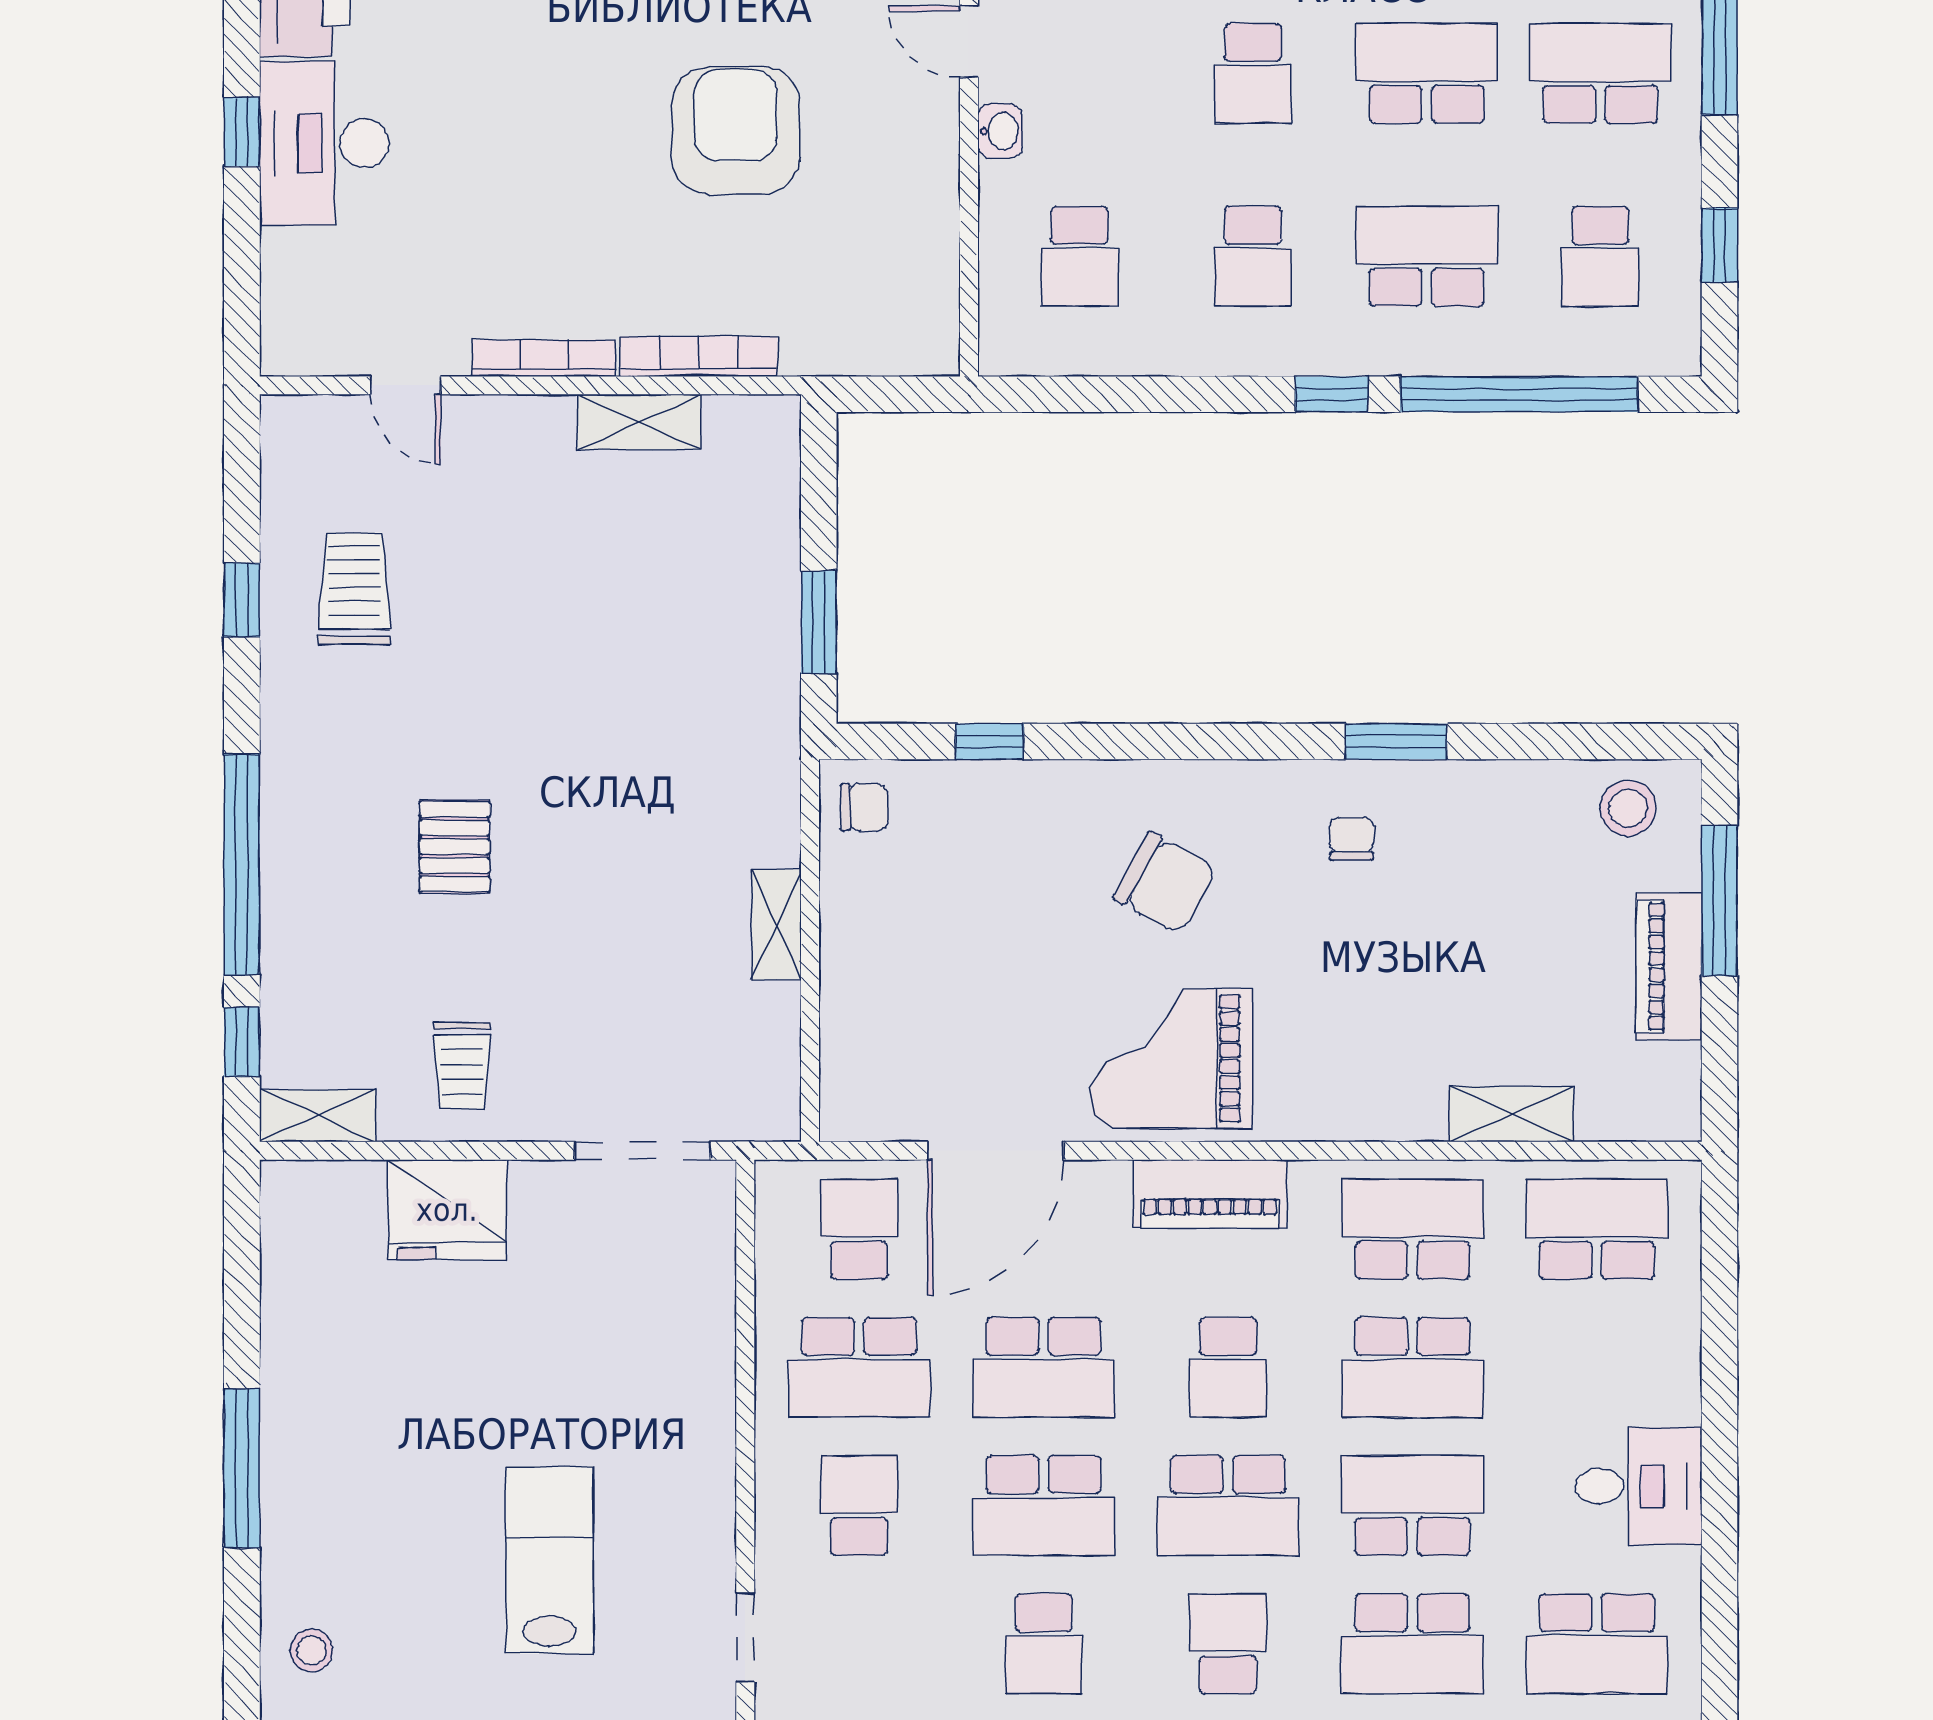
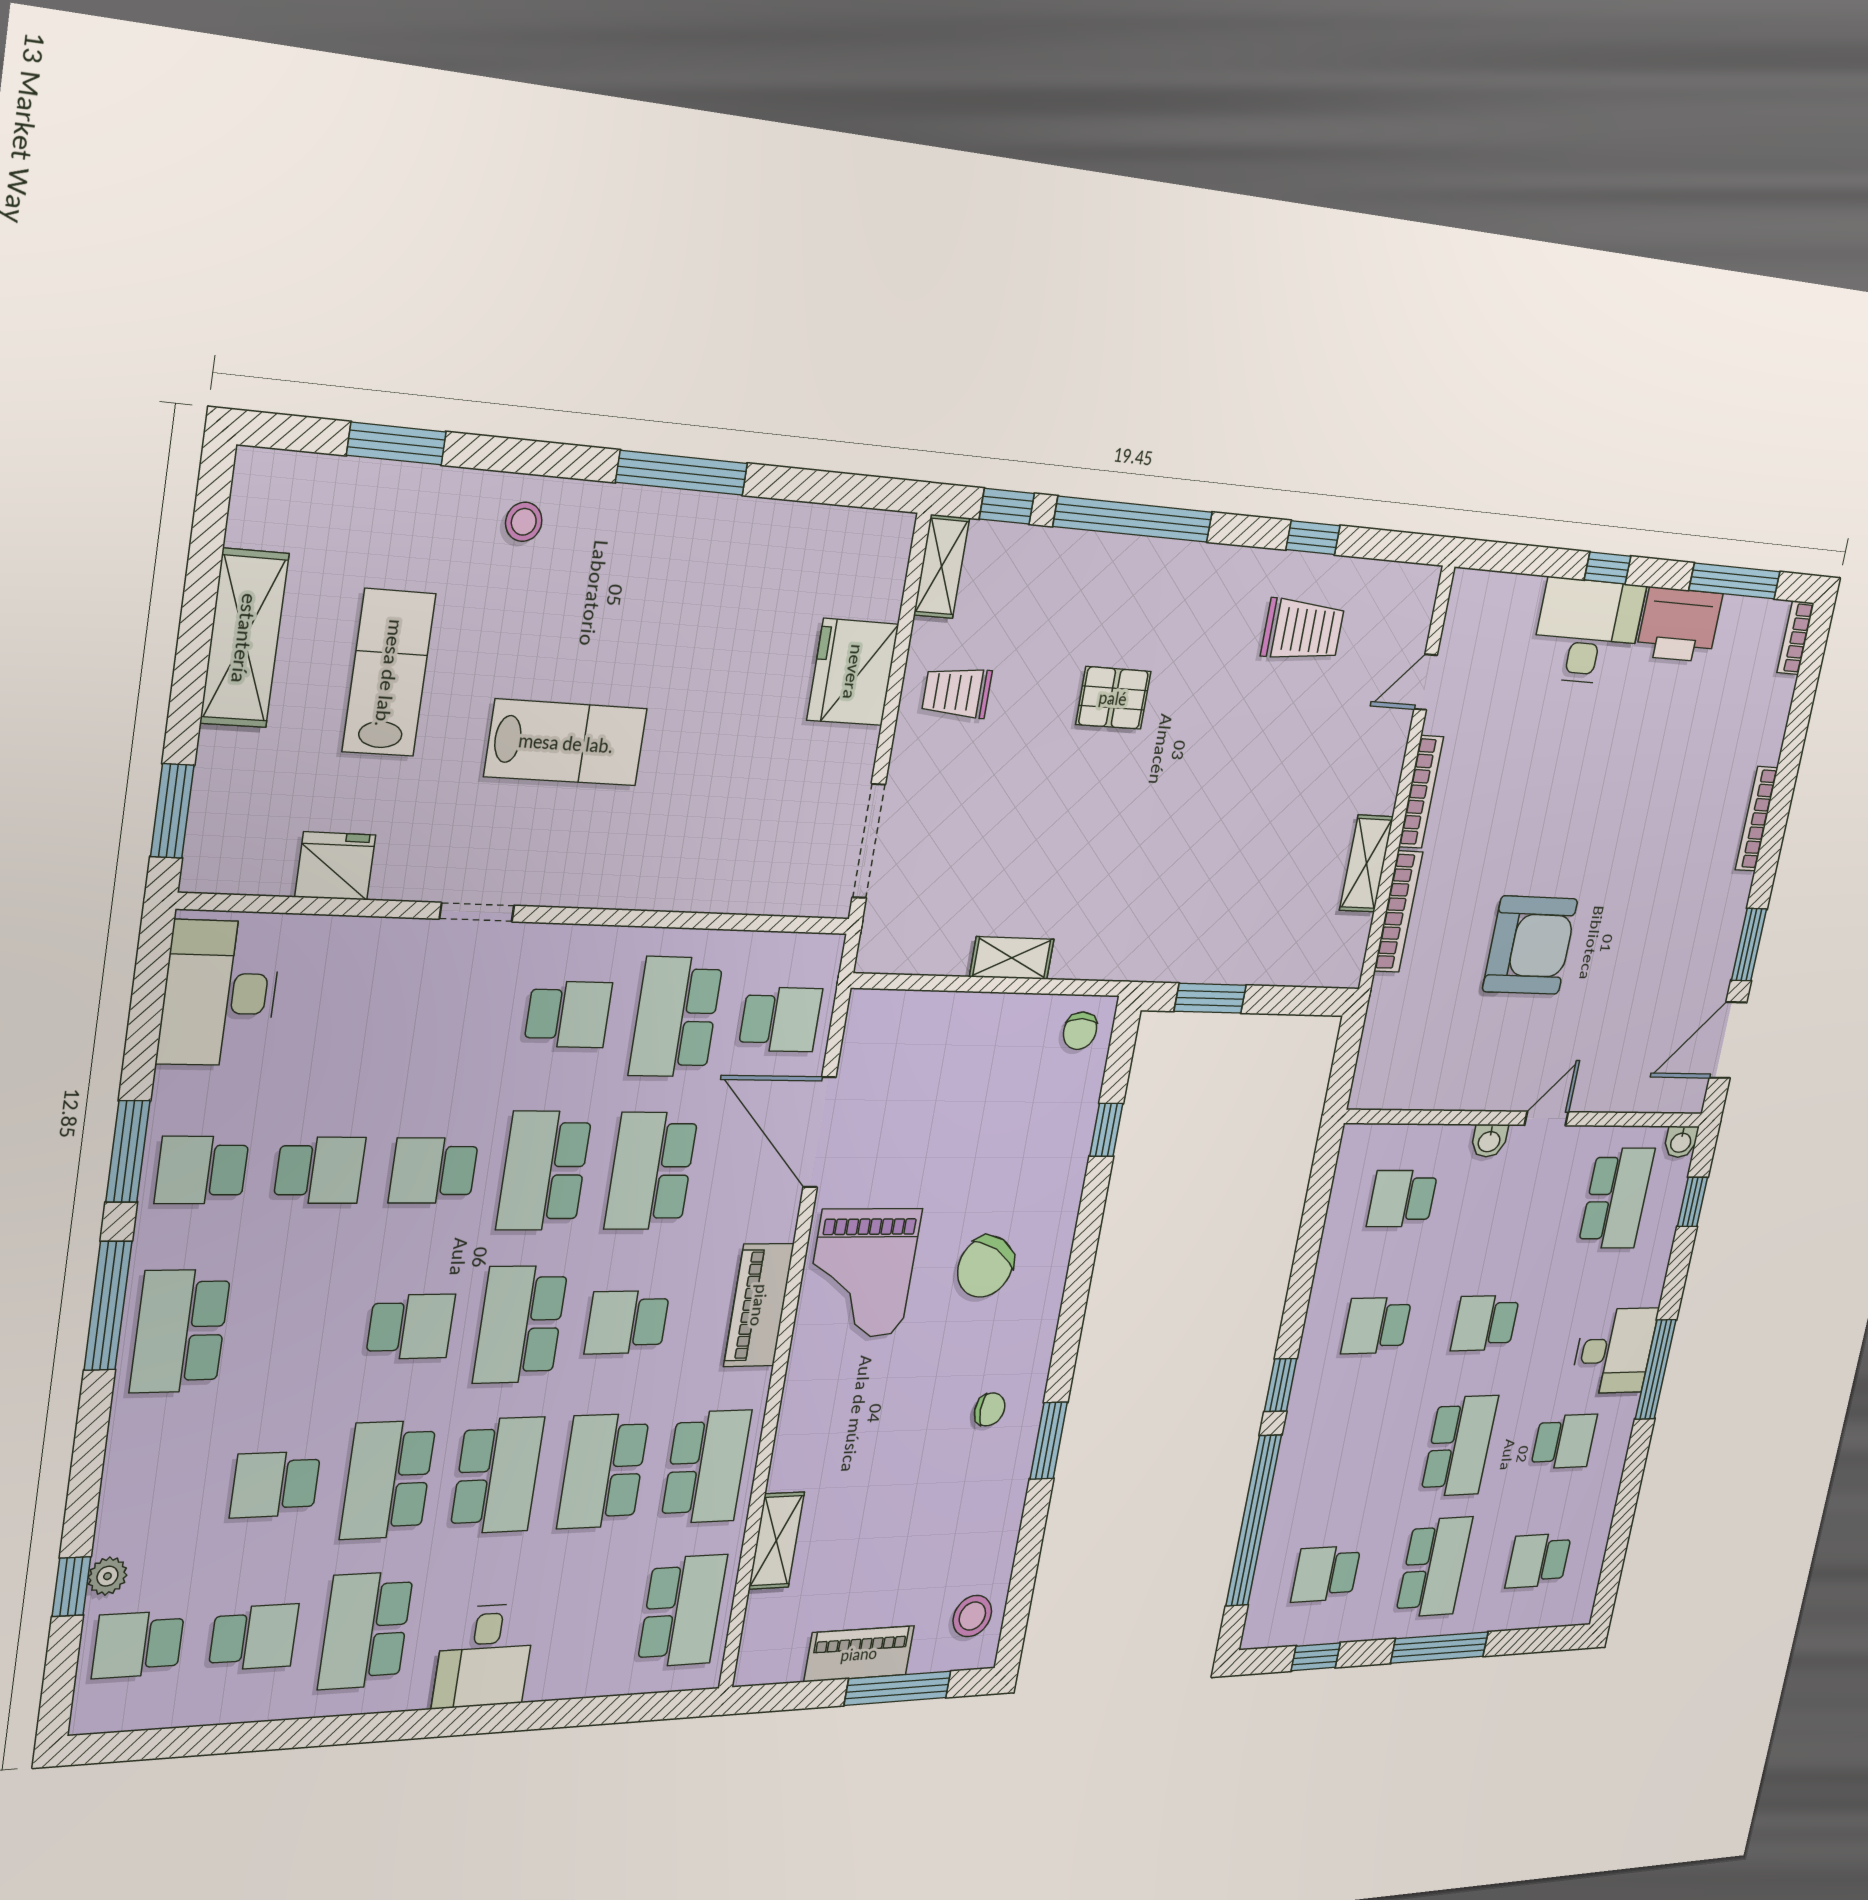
school desk: (1427, 256) -> (1351, 1451), removed
grand piano: (1171, 1059) -> (862, 1273), turned 180

